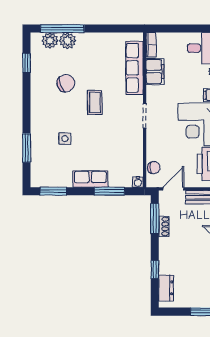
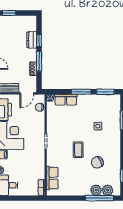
row of seats: (134, 68) -> (52, 178), width x0.68
filing cabinet: (155, 72) -> (39, 170), removed
row of seats: (90, 179) -> (66, 100), moved
window: (109, 191) -> (81, 92), moved
window: (155, 219) -> (39, 61), moved
dresser: (166, 288) -> (32, 40), moved

